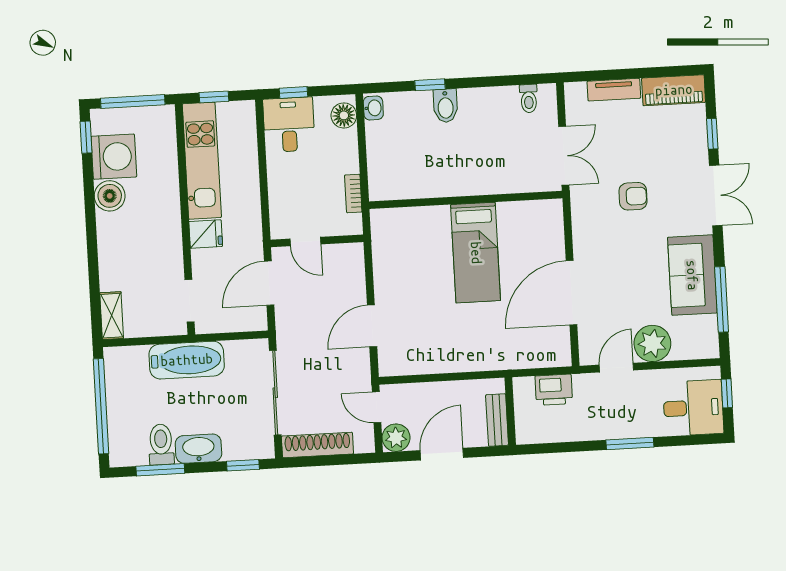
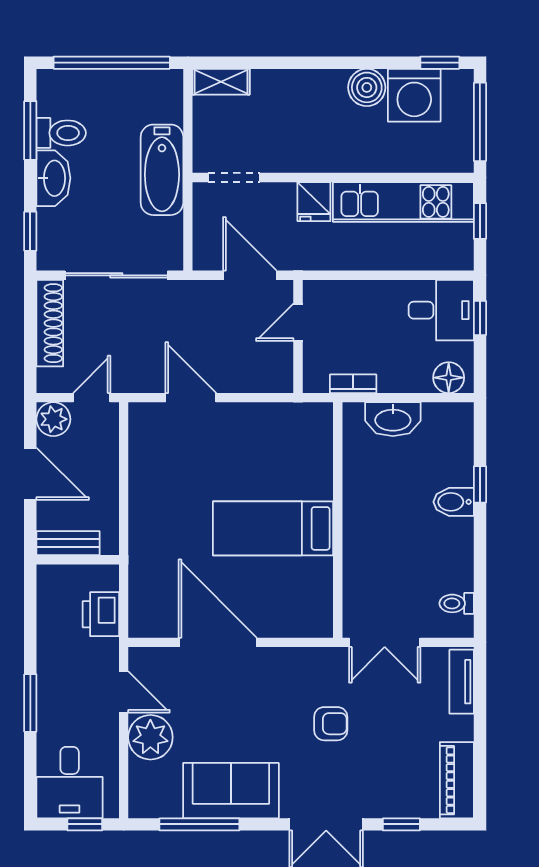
tv unit: (614, 90) -> (462, 682), moved
washbasin: (373, 108) -> (393, 419), moved, width x1.91, depth x1.45
armchair: (633, 196) -> (331, 724), turned -90

